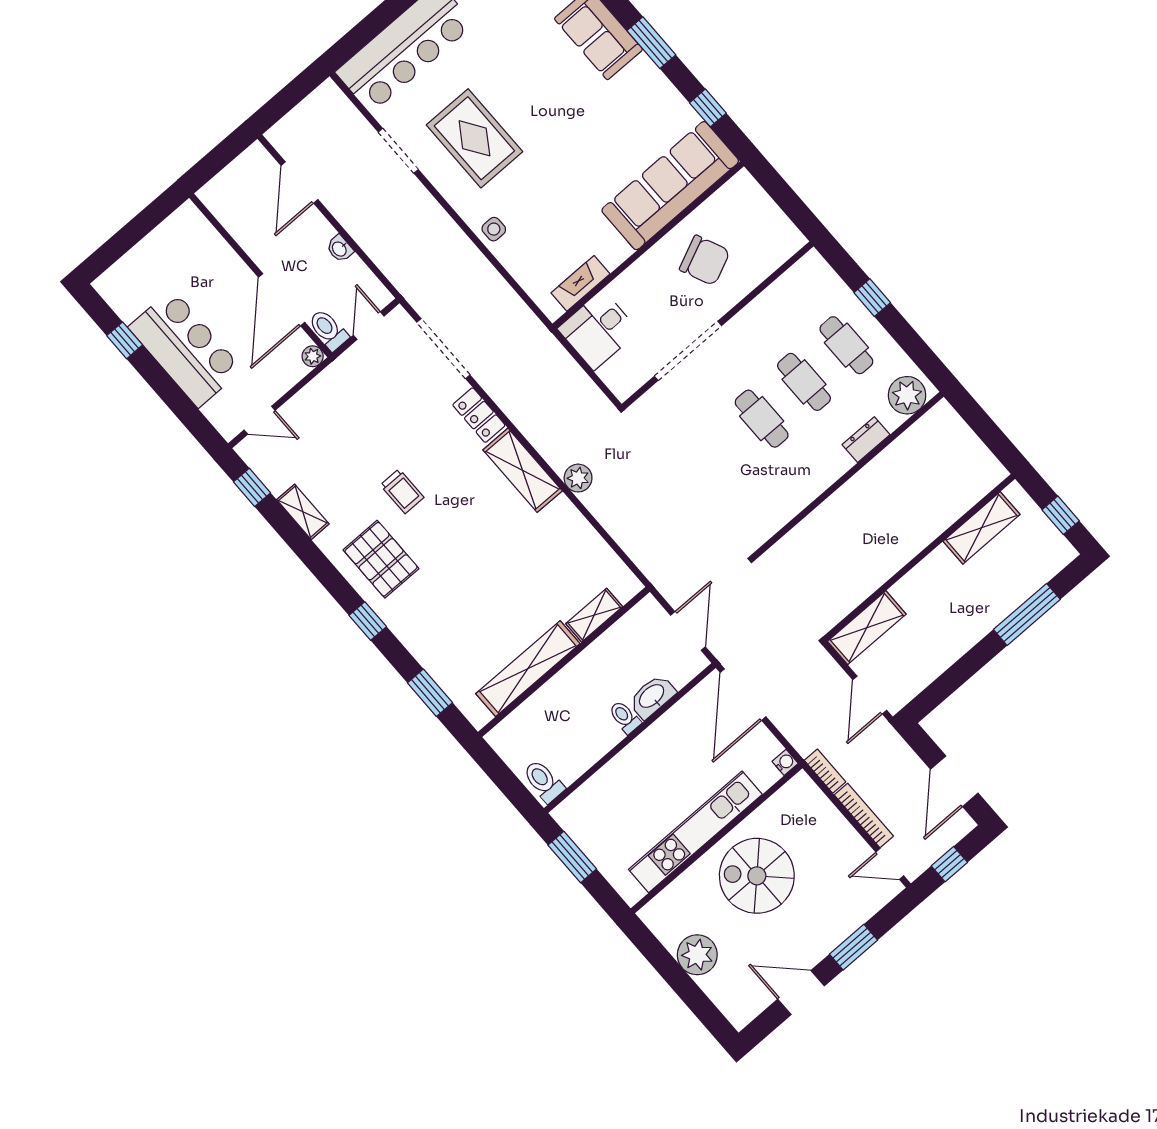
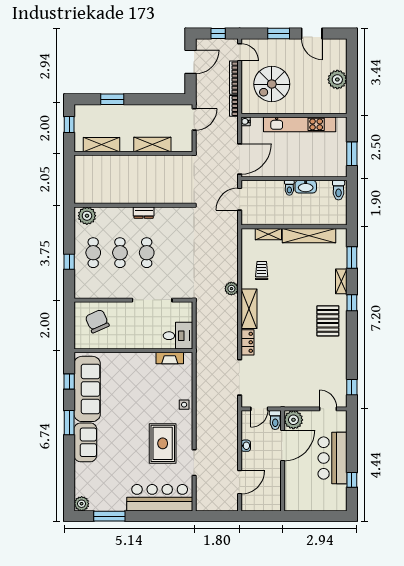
sofa: (670, 186) -> (87, 389), moved, turned -90
chair: (705, 260) -> (97, 321), moved
plant: (313, 356) -> (293, 420), width x1.87, depth x1.87
dresser: (866, 440) -> (144, 213), moved
trolley: (402, 491) -> (262, 270), moved
shelving: (303, 512) -> (341, 281), moved
window: (1027, 614) -> (112, 99), width x0.69
shelving: (867, 628) -> (152, 144), moved
washbasin: (652, 697) -> (306, 187), moved
spiral stairs: (757, 876) -> (272, 84), moved, turned 90

